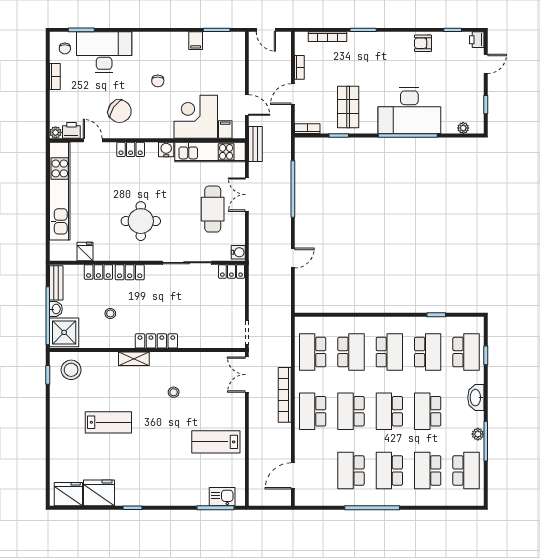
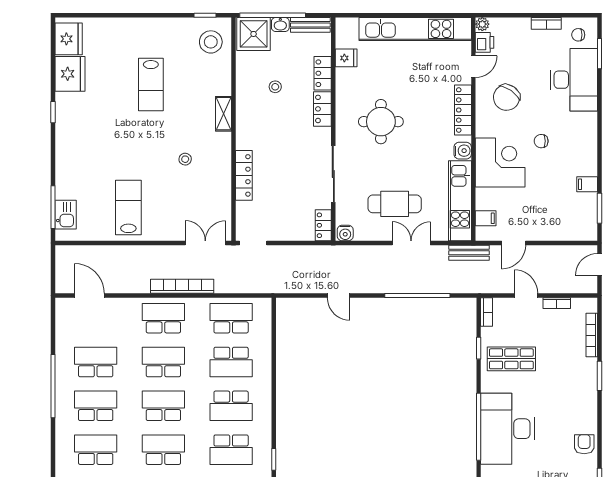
corner desk: (196, 117) -> (500, 163), moved
locker: (131, 149) -> (463, 110), width x1.53
locker: (156, 341) -> (244, 175), moved

